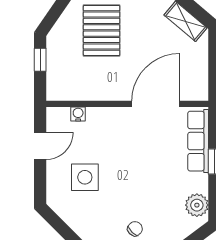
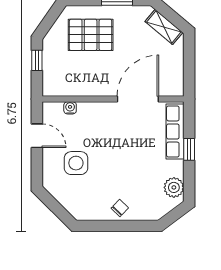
pallet: (102, 30) -> (91, 35), turned 90
door: (40, 146) -> (37, 136), hinge flipped

